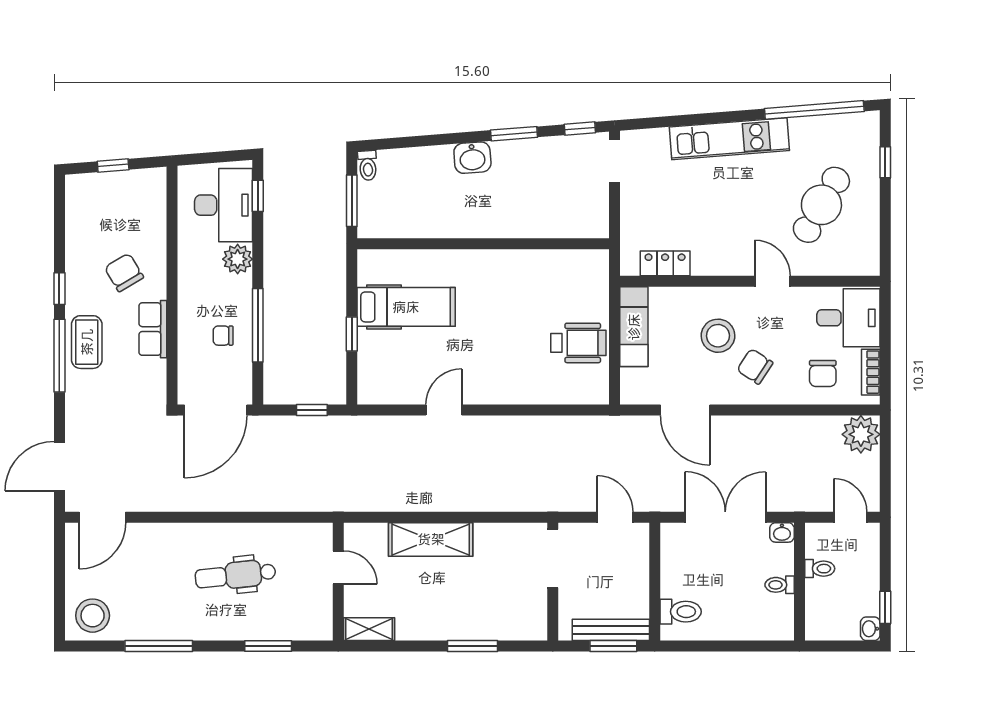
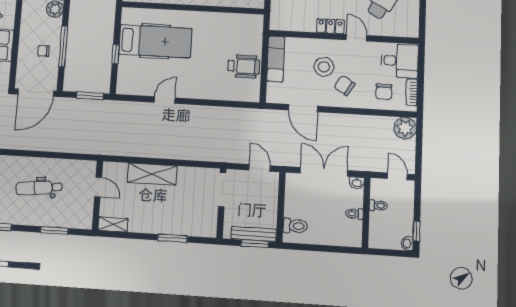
locker: (665, 263) -> (330, 26), moved
hospital bed: (406, 307) -> (155, 41), width x1.37, depth x1.29
window: (312, 410) -> (90, 96), width x1.50

